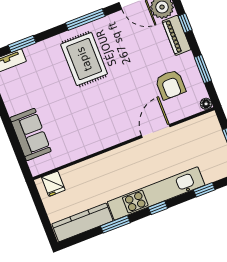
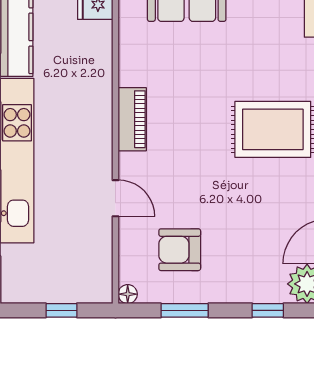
piano: (177, 35) -> (132, 119), moved, turned 90
door: (156, 131) -> (115, 198), width x0.73

